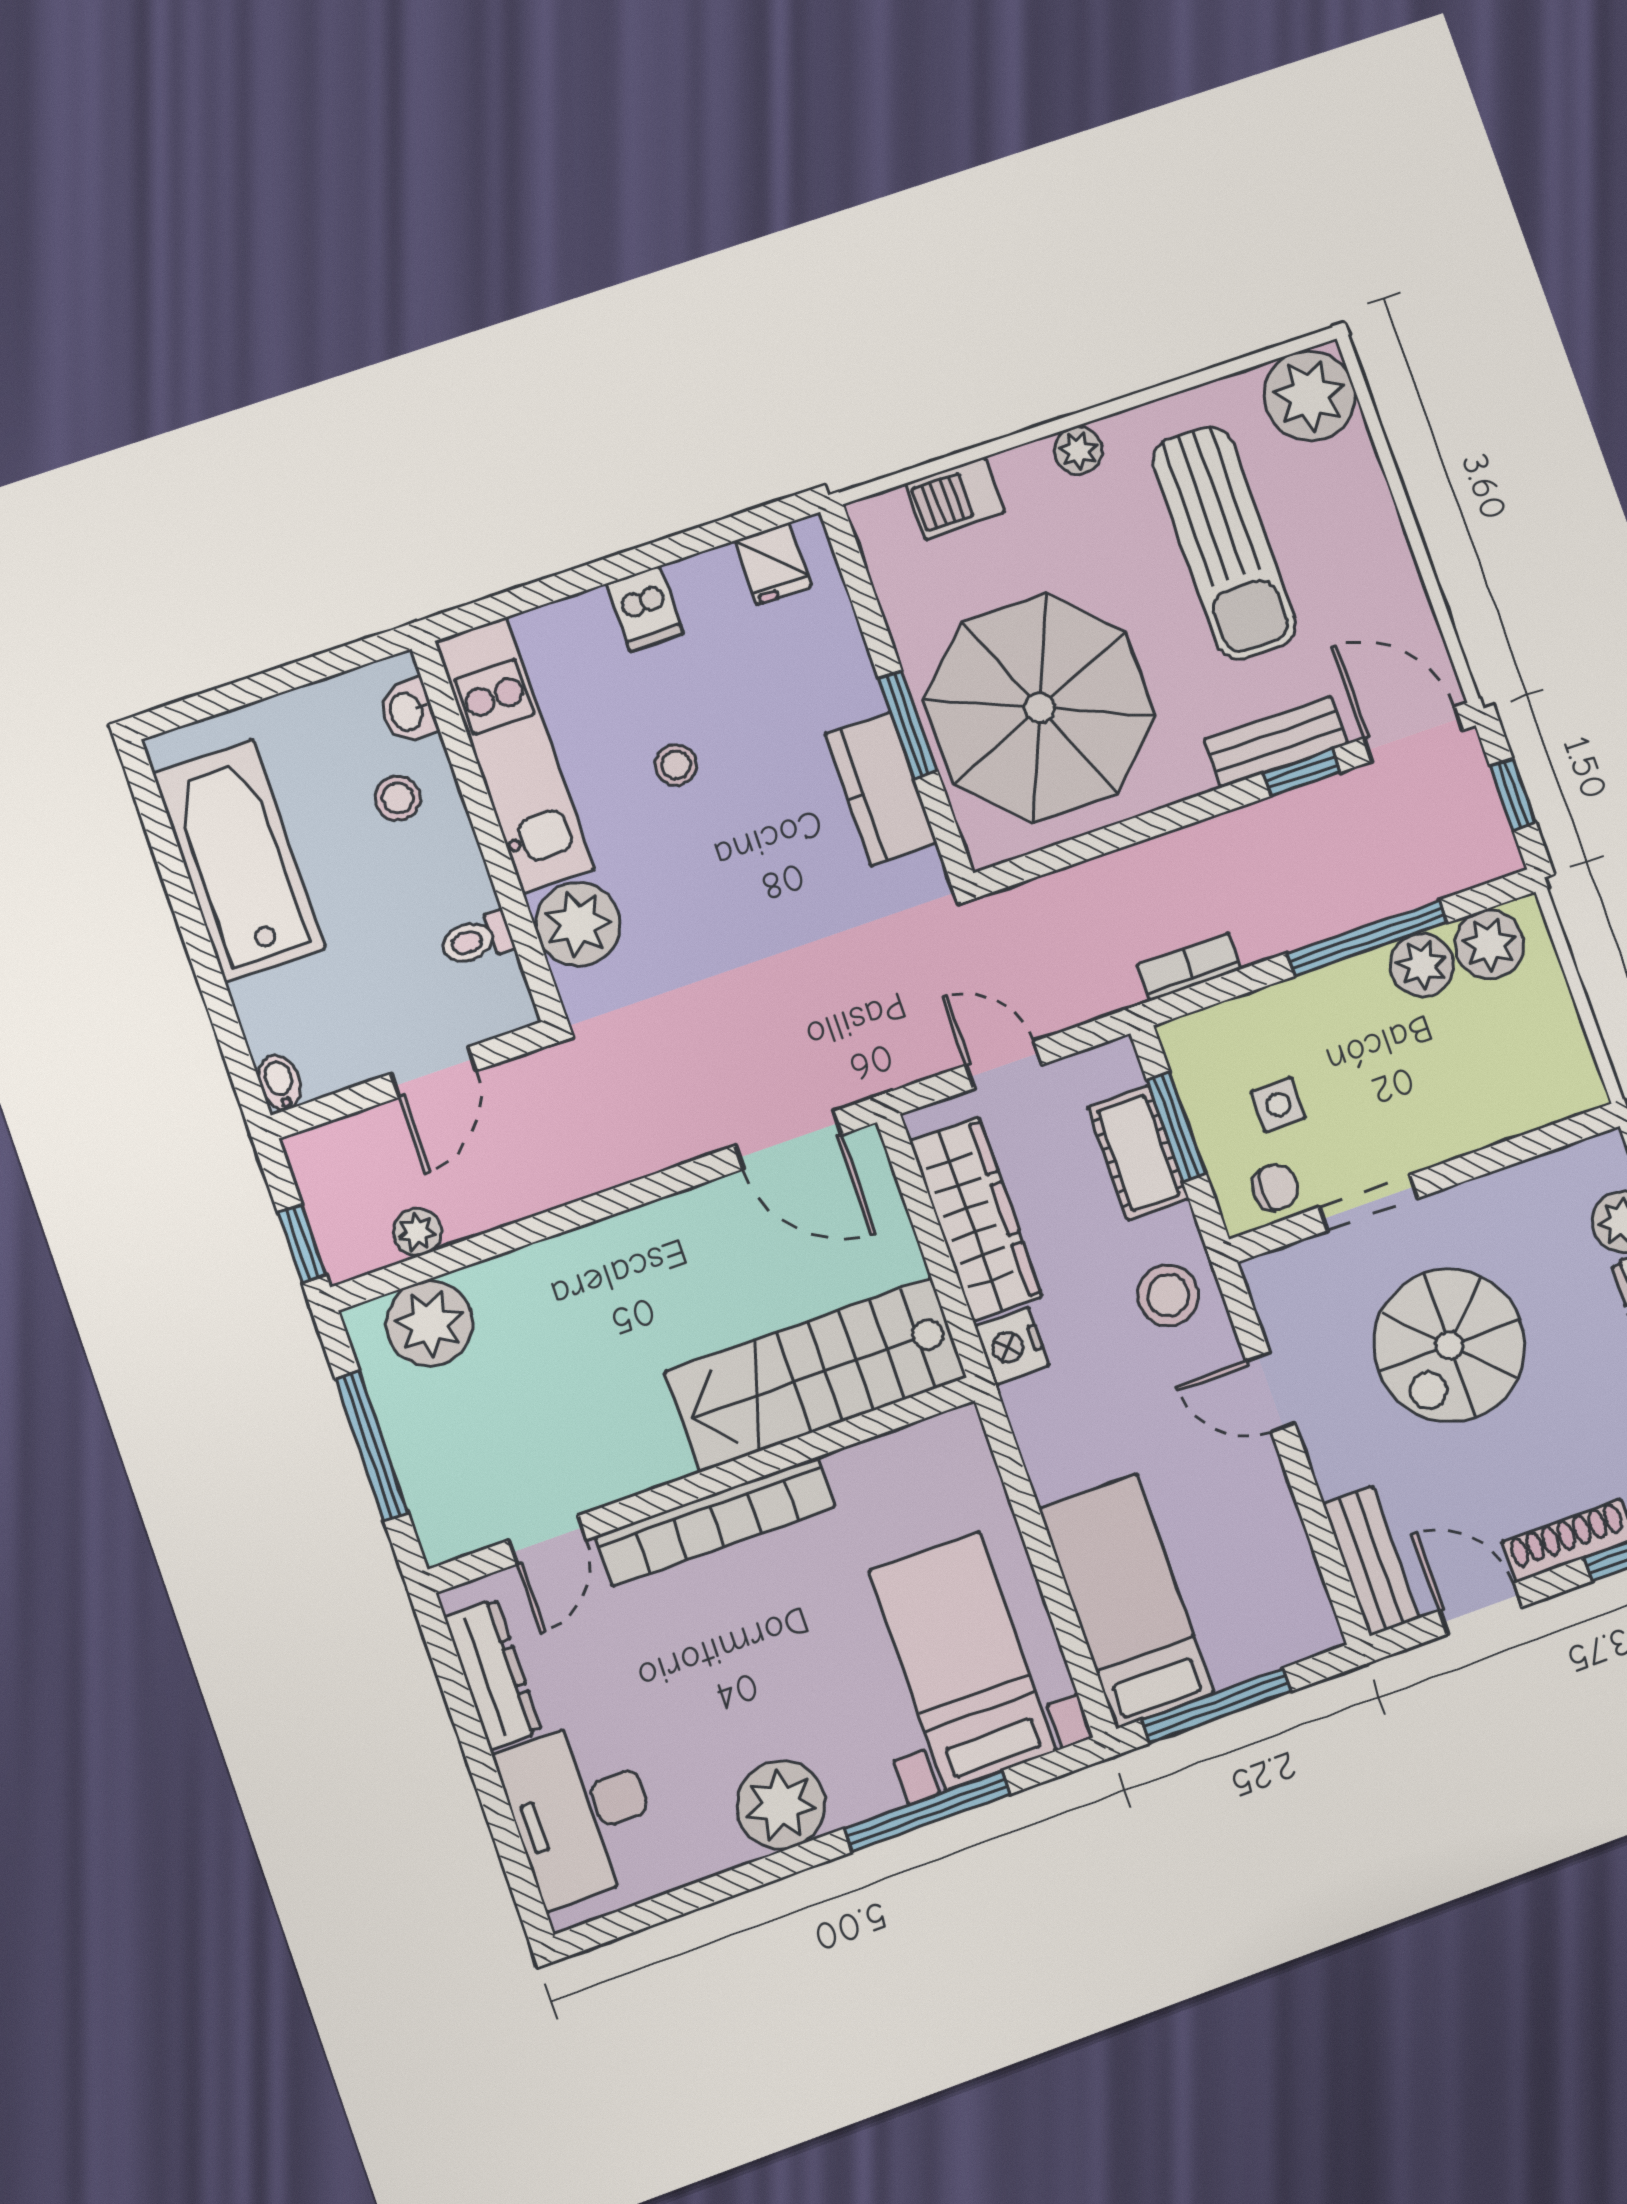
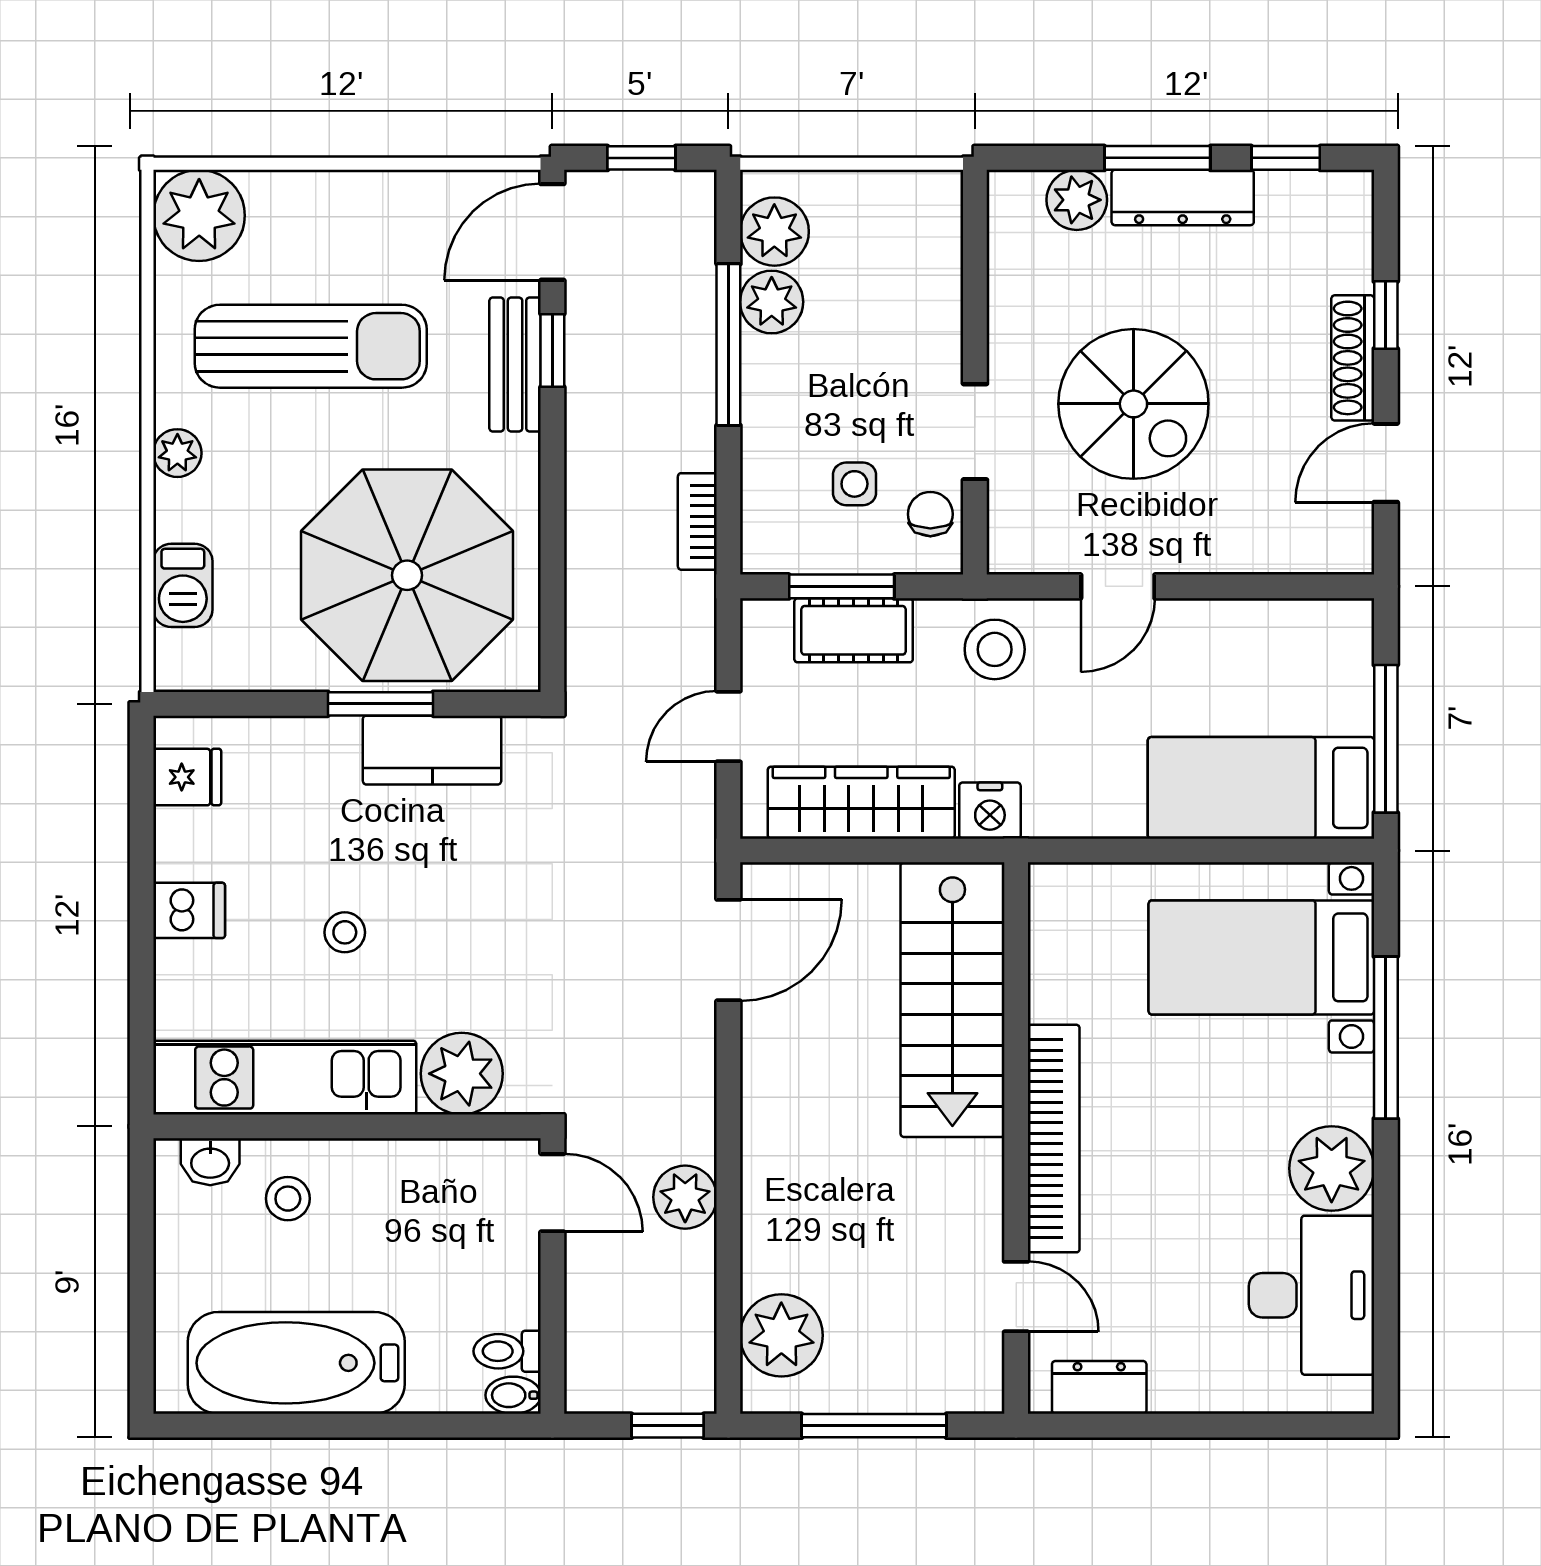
toilet: (476, 939) -> (507, 1351), moved, turned 90
door: (433, 1072) -> (552, 1193), moved
plant: (417, 1232) -> (685, 1197), moved, width x1.38, depth x1.38
bench: (1371, 1561) -> (1306, 549), removed
dresser: (493, 1674) -> (1099, 1387), width x0.70
desk: (581, 1811) -> (1311, 1295), moved, turned -90

